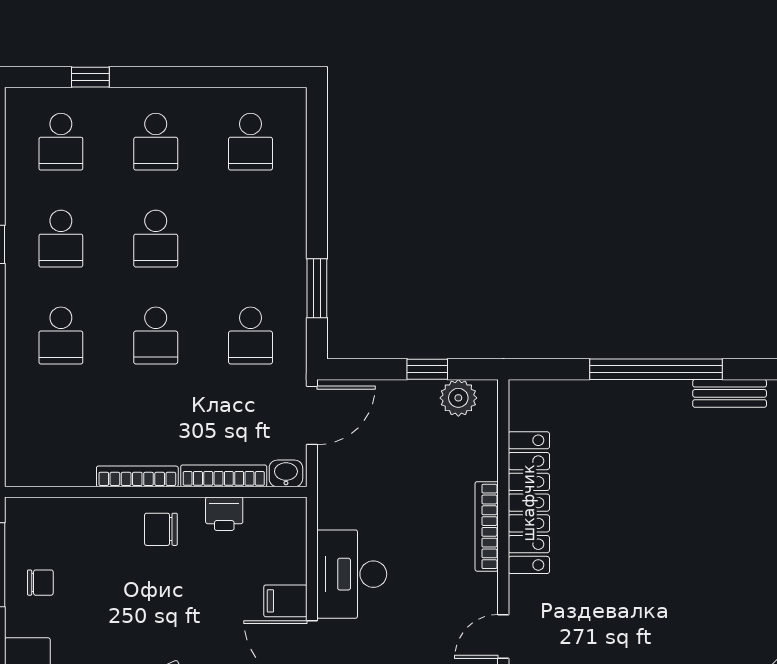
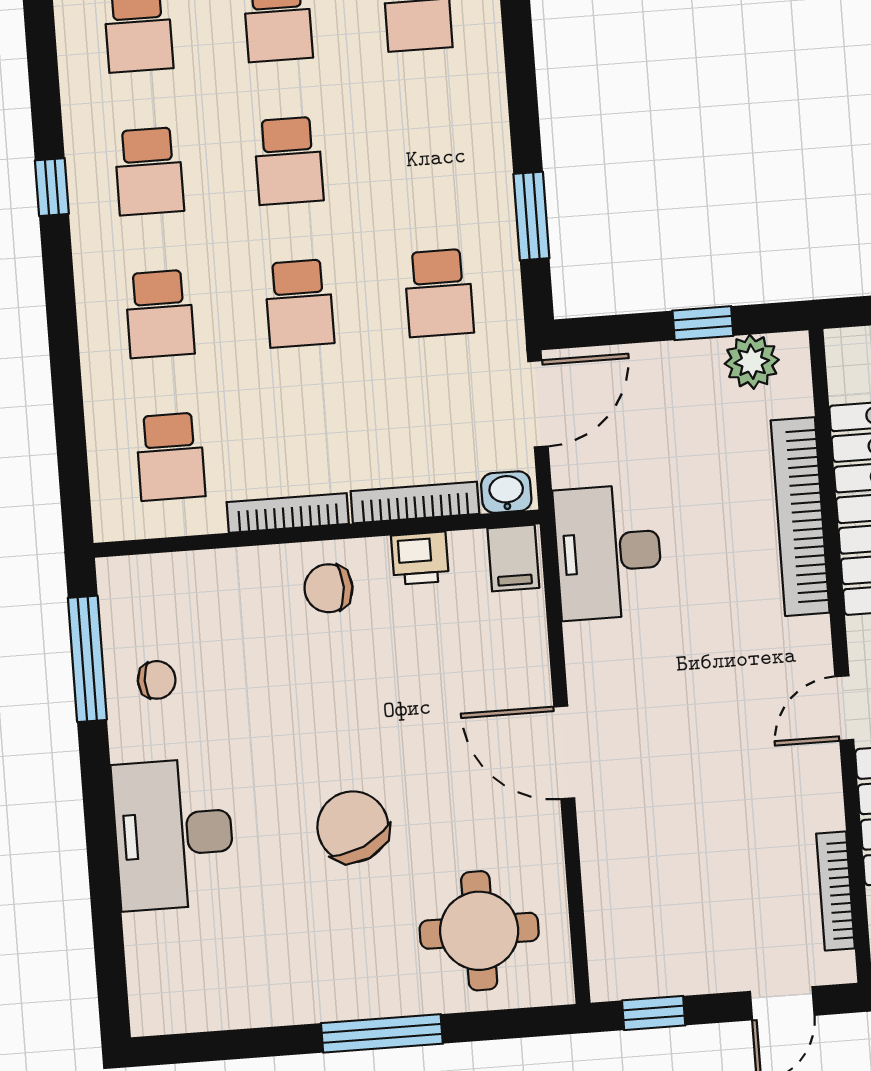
school desk: (61, 432) -> (170, 457), added
bookcase: (487, 526) -> (800, 517), width x1.48, depth x1.31
desk: (352, 574) -> (608, 552), moved
filing cabinet: (285, 601) -> (513, 558), moved, turned -90

